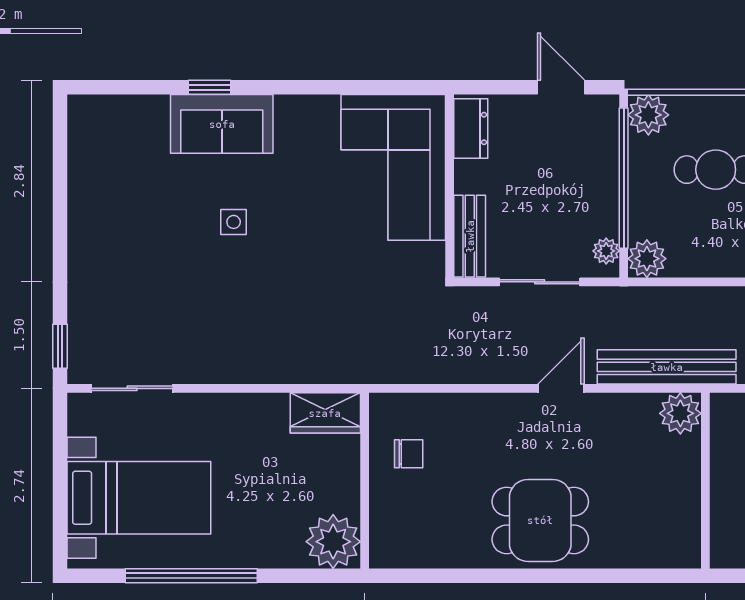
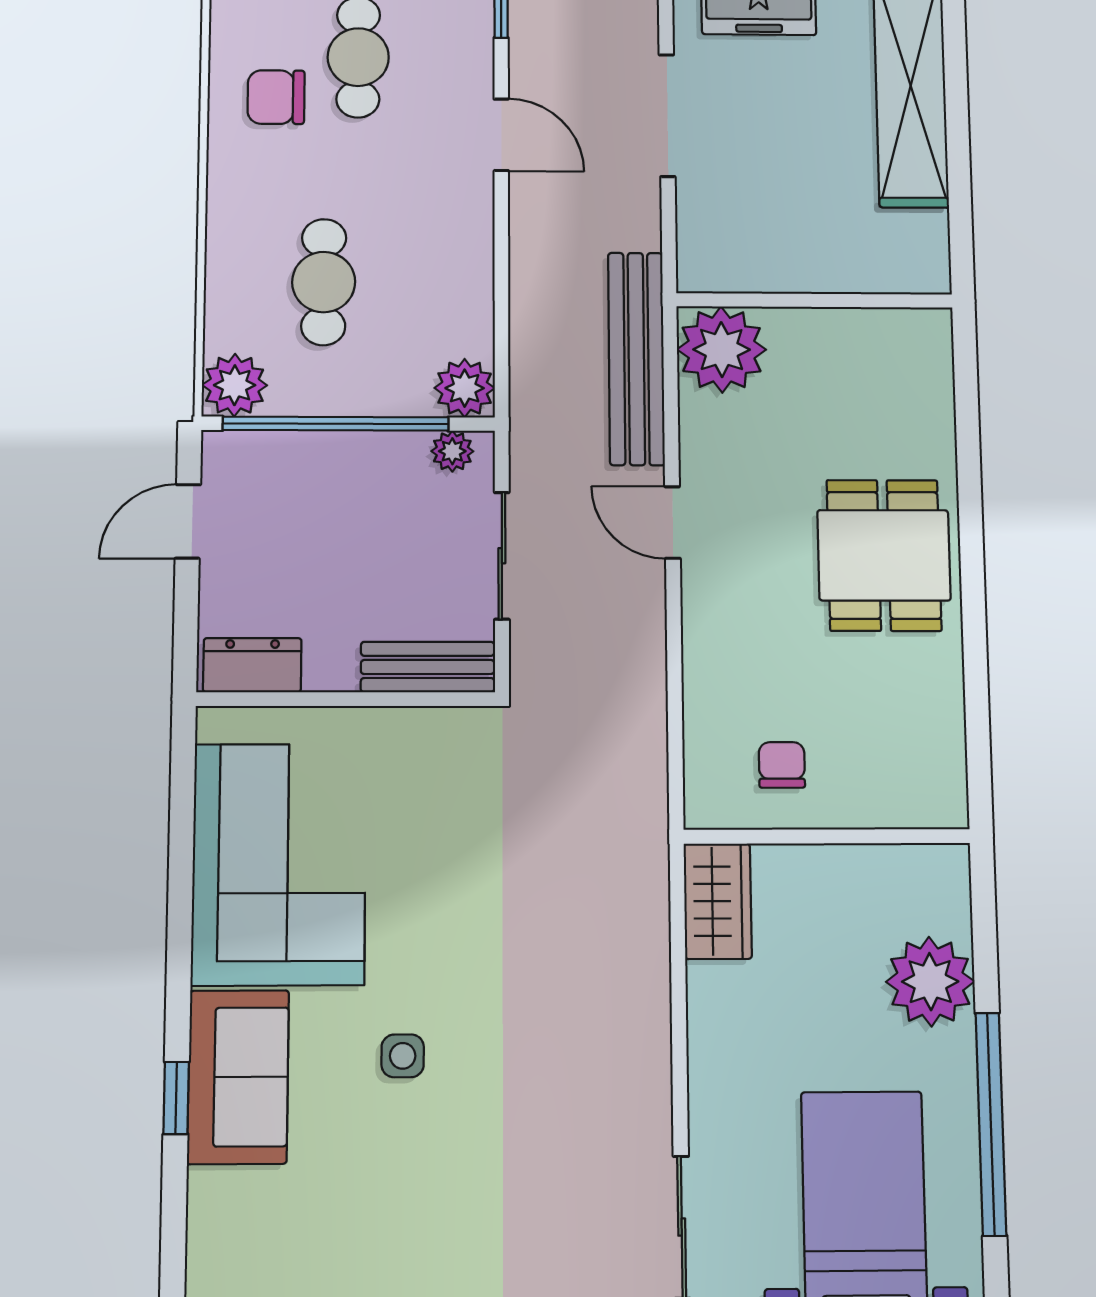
corner sofa: (393, 167) -> (279, 864), moved, turned -90
plant: (680, 413) -> (722, 350), width x1.36, depth x1.36
plant: (333, 542) -> (930, 982), moved

